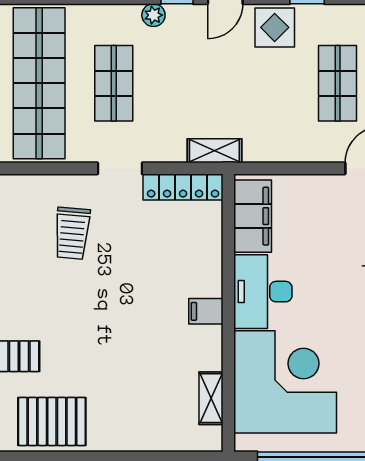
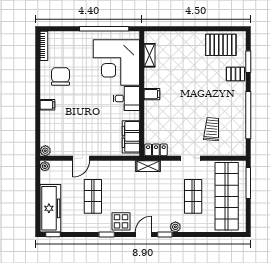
locker: (183, 187) -> (156, 150), width x0.66
desk: (263, 292) -> (126, 99), width x0.73

